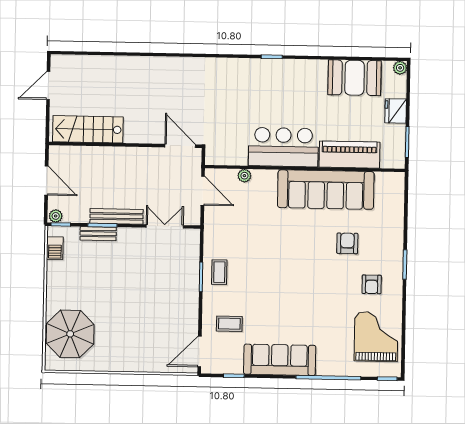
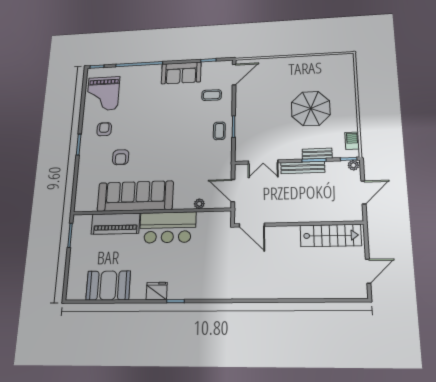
plant: (400, 68) -> (71, 295), removed
fridge: (396, 111) -> (157, 291), moved, turned -90
door: (46, 181) -> (363, 192), swing flipped
parasol: (70, 334) -> (311, 109), moved
sofa: (280, 360) -> (181, 73), width x0.73

